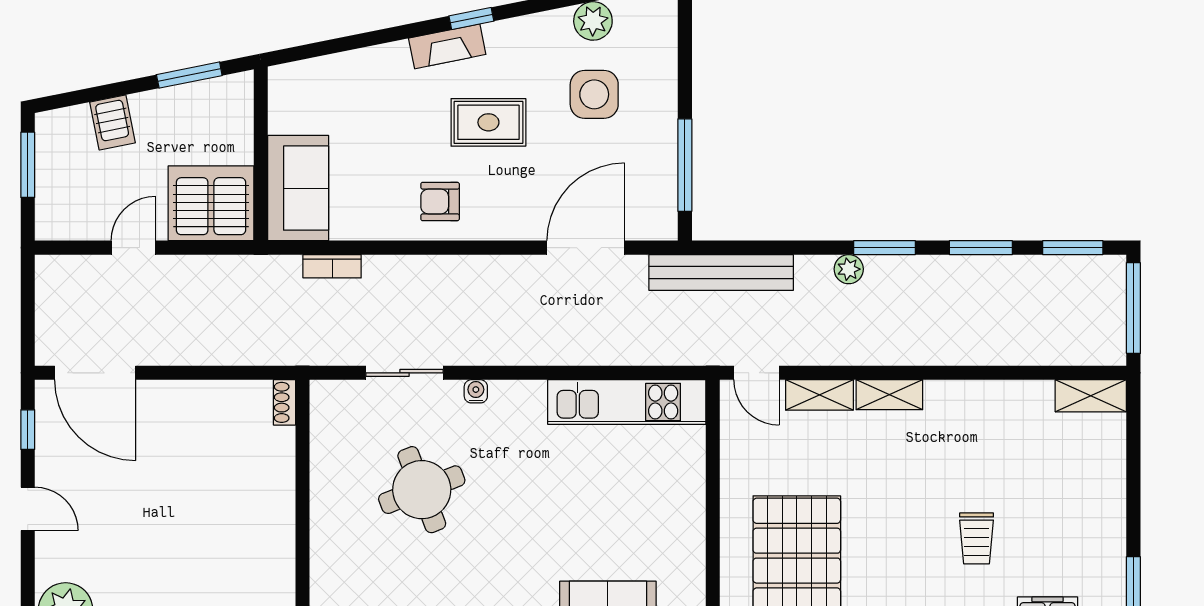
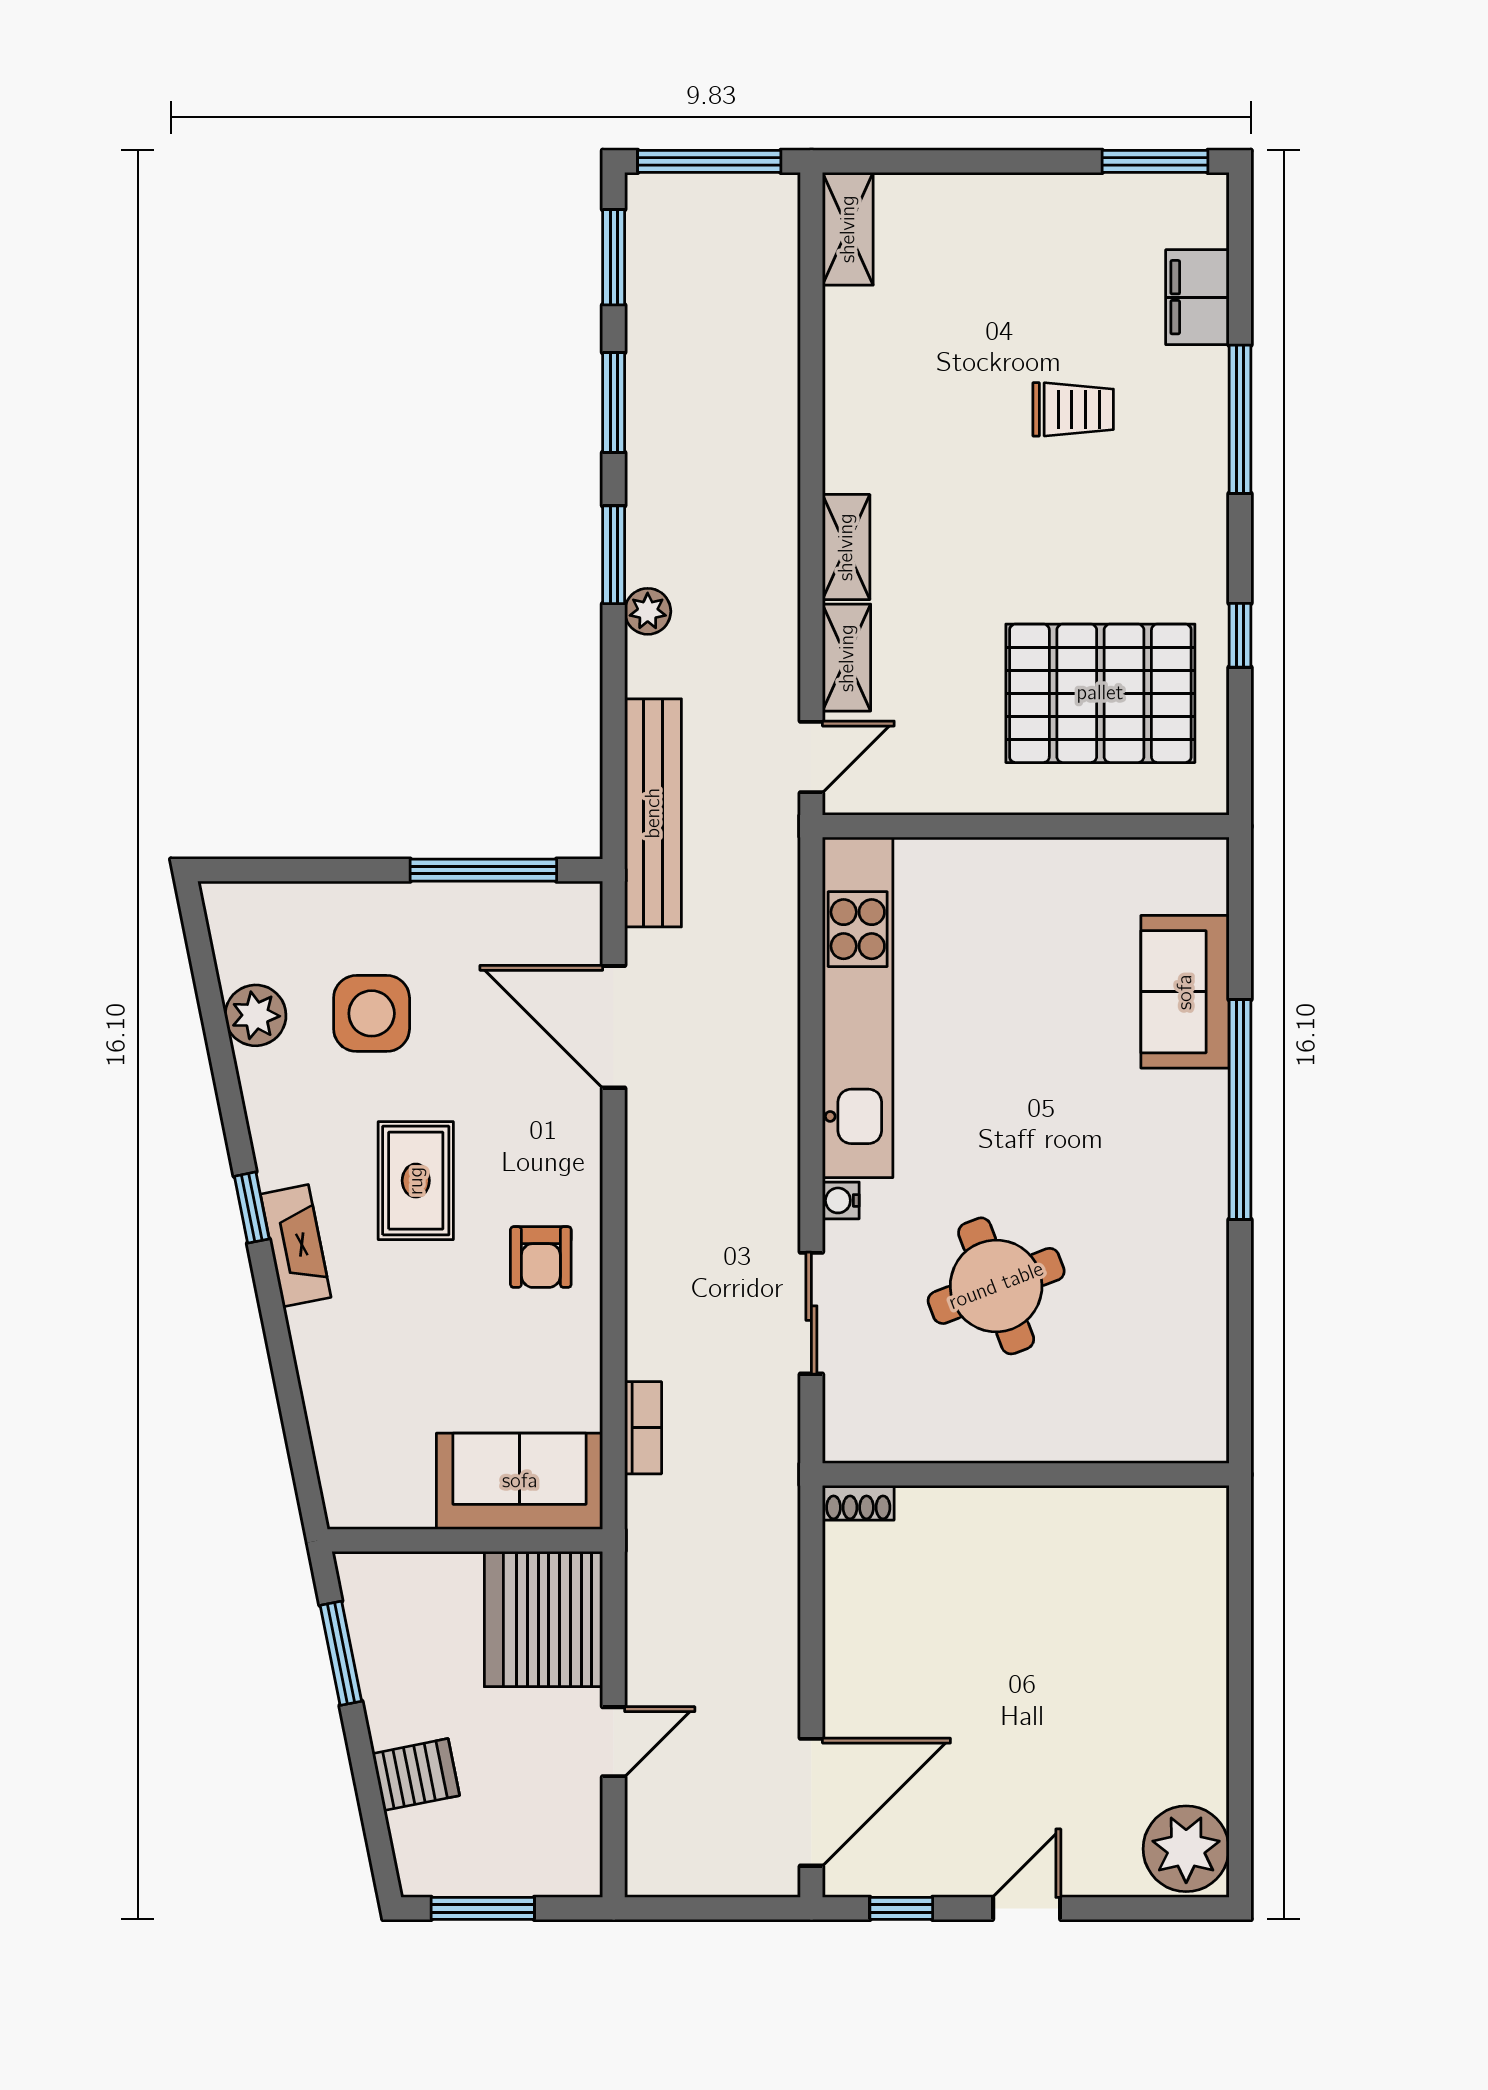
door: (133, 248) -> (614, 1742), swing flipped
kitchen unit: (627, 402) -> (858, 1007), width x1.36

